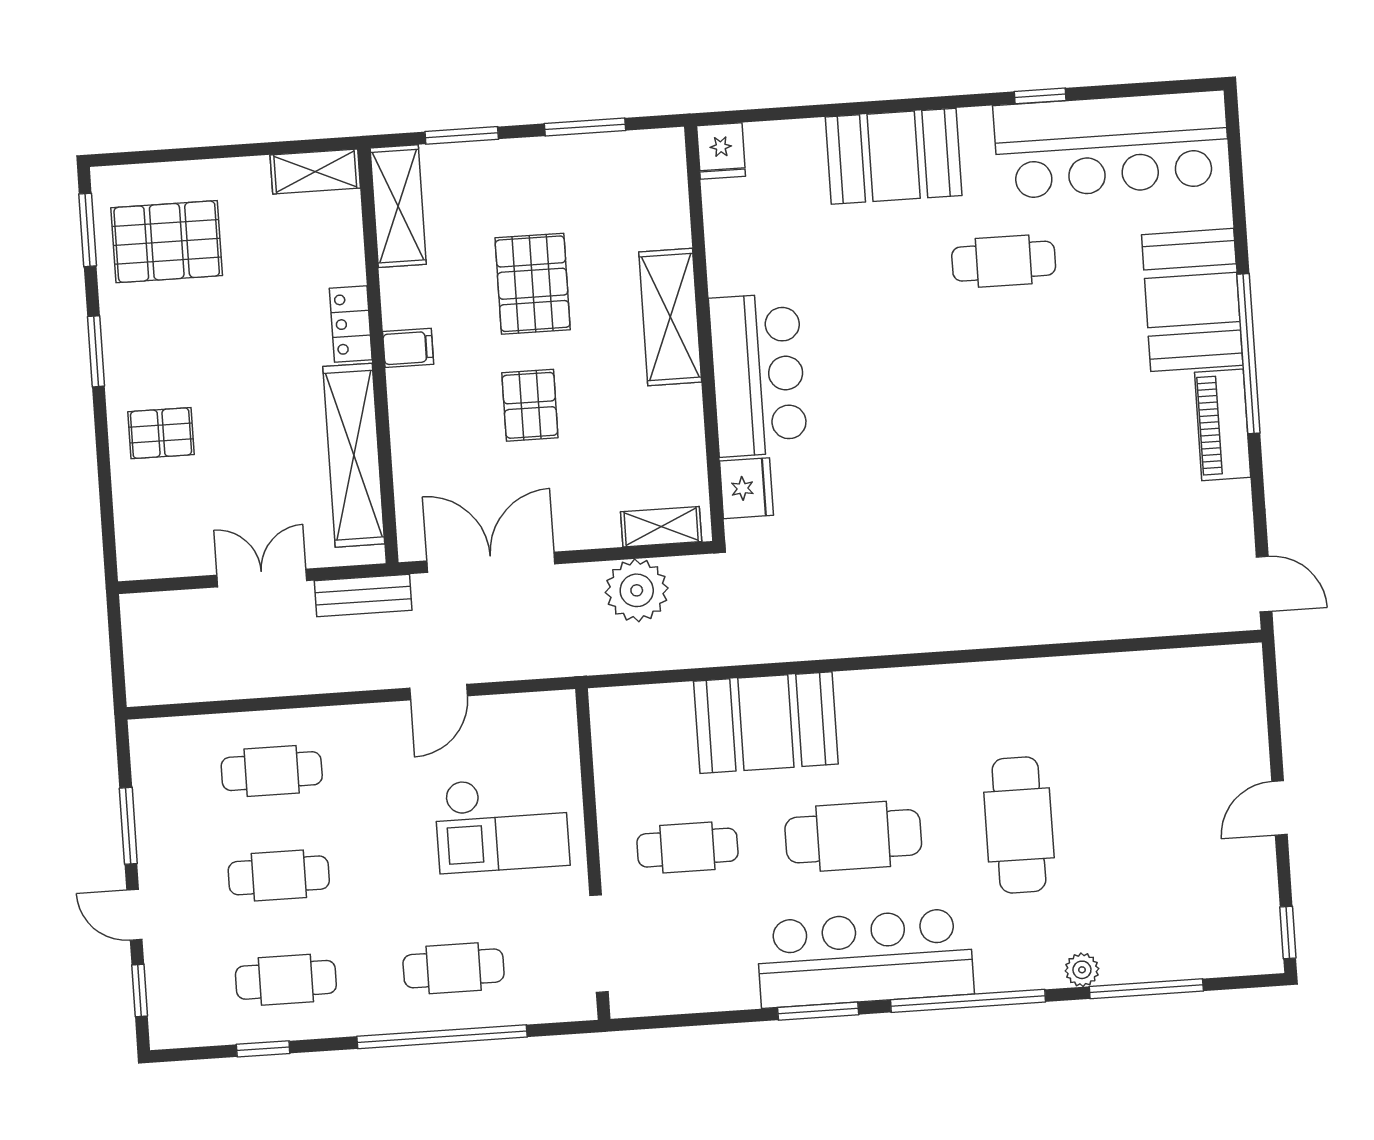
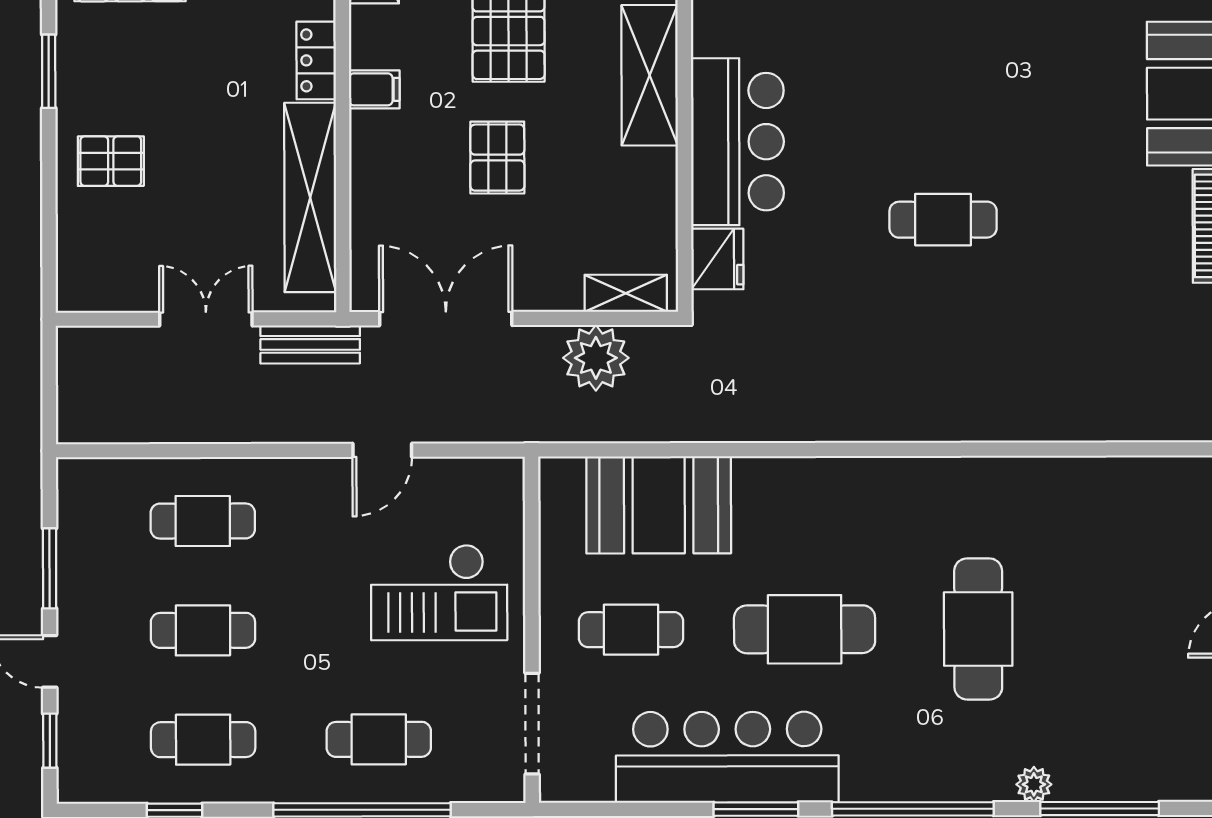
cafe table: (1004, 261) -> (943, 220), moved
booth: (766, 723) -> (659, 505), moved
bar counter: (865, 958) -> (727, 757), moved

